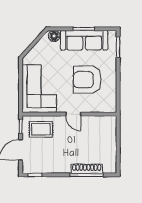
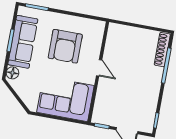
door: (73, 114) -> (99, 68), hinge flipped
rug: (41, 129) -> (109, 105), removed
shoe rack: (87, 169) -> (162, 50), moved

